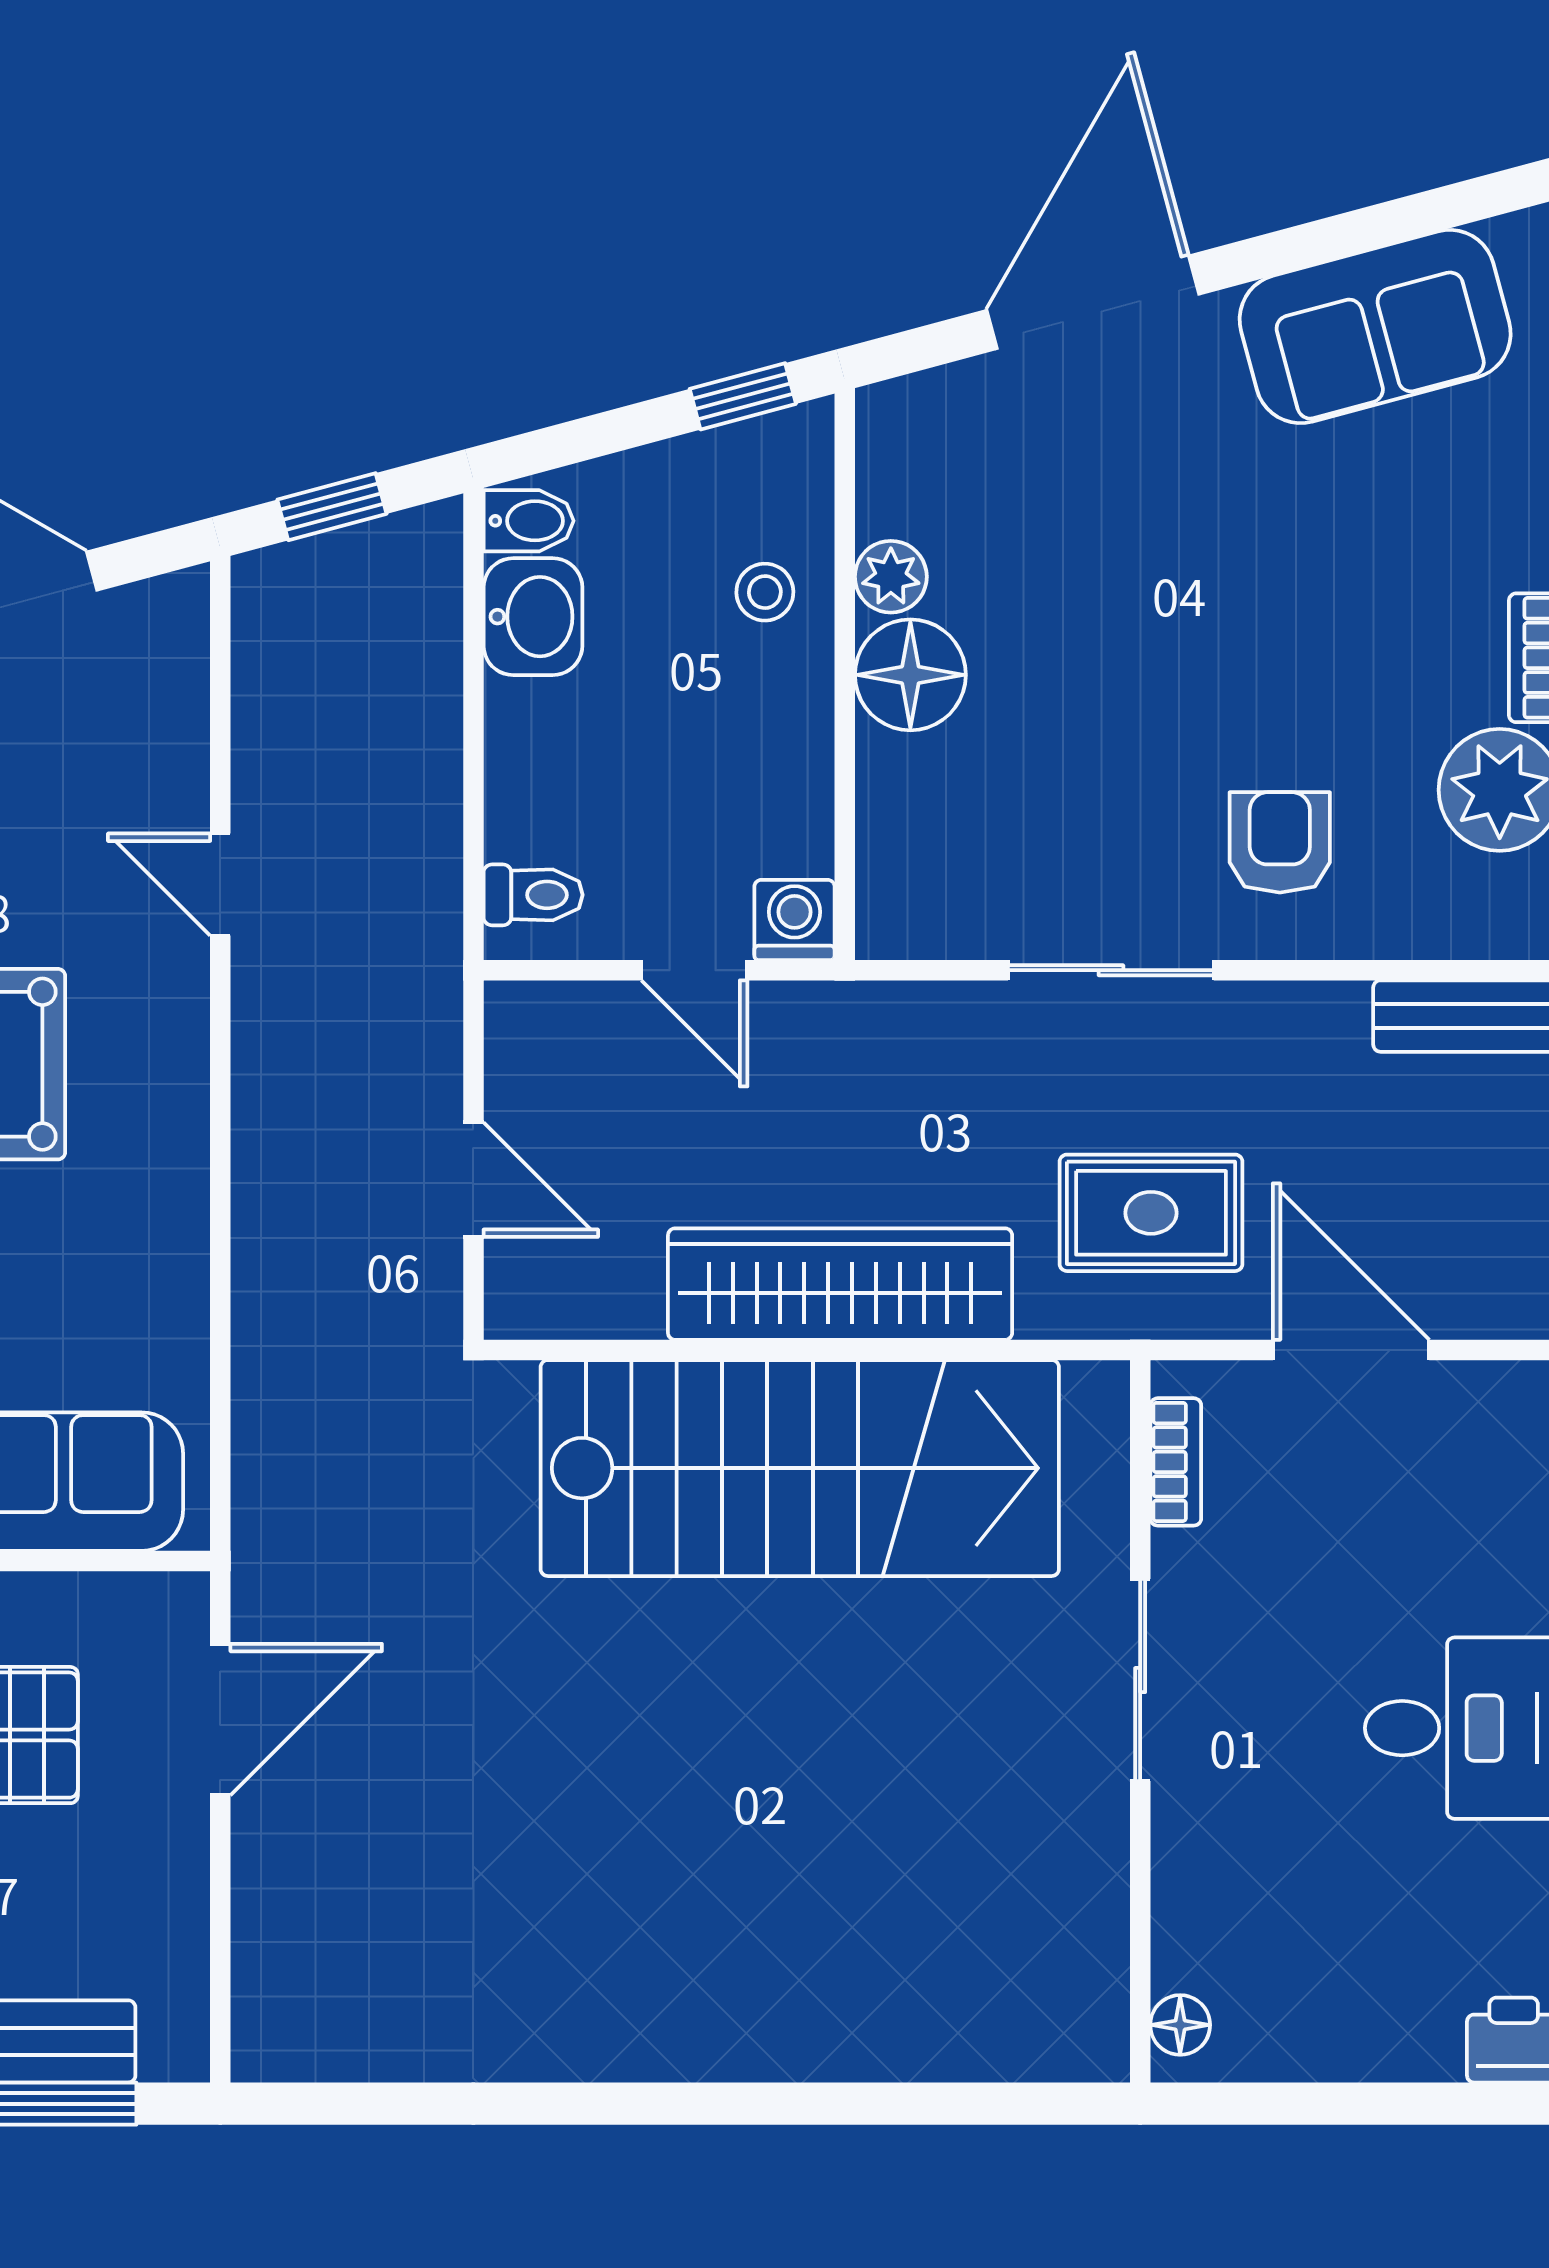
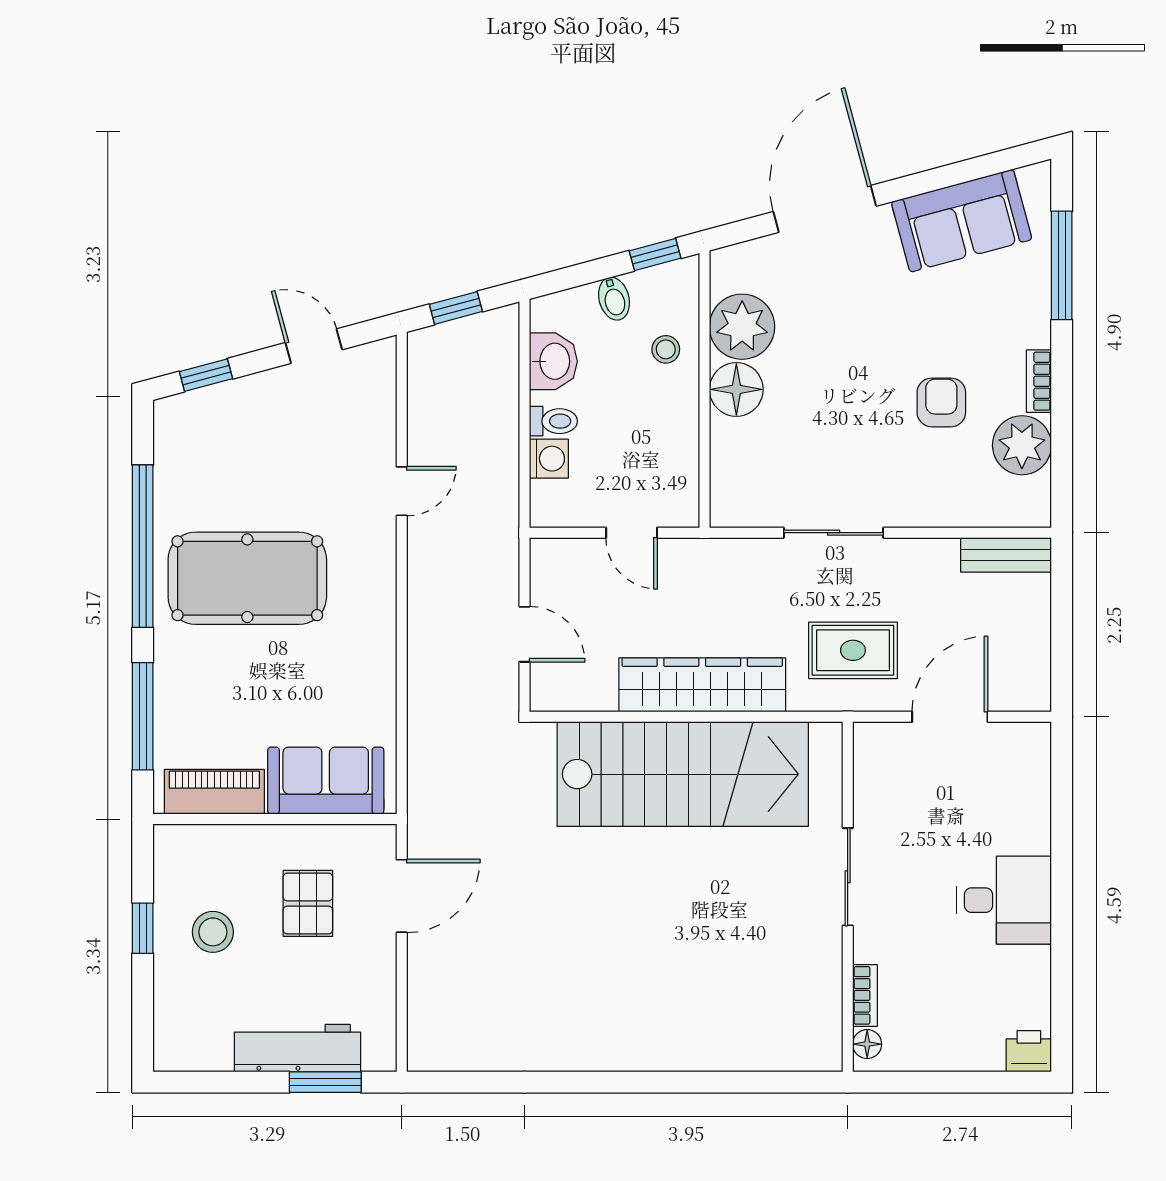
bidet: (529, 521) -> (614, 299), moved, turned 75
plant: (891, 577) -> (742, 327), width x1.87, depth x1.87
armchair: (1280, 842) -> (941, 402), moved
door: (220, 885) -> (402, 491), swing flipped
toilet: (533, 895) -> (553, 421), moved
washing machine: (794, 920) -> (549, 459), moved, turned 90
door: (1351, 1350) -> (950, 717), hinge flipped
bookcase: (1176, 1462) -> (865, 995), moved

